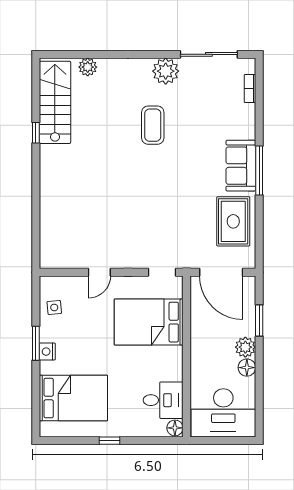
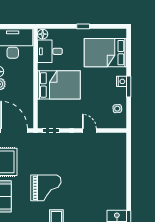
grand piano: (170, 179) -> (46, 188), added
door: (99, 272) -> (89, 130), hinge flipped
bed: (149, 322) -> (59, 85), moved

